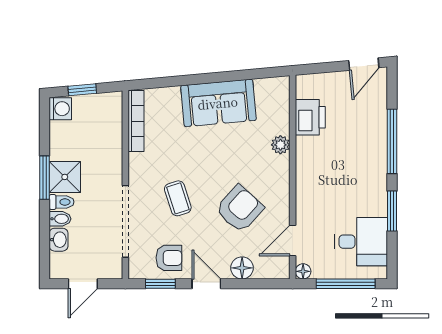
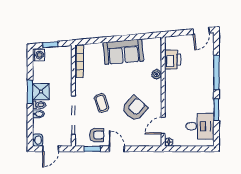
washbasin: (59, 240) -> (38, 140), moved
floor lamp: (242, 268) -> (136, 140), removed
window: (346, 284) -> (192, 149), removed

